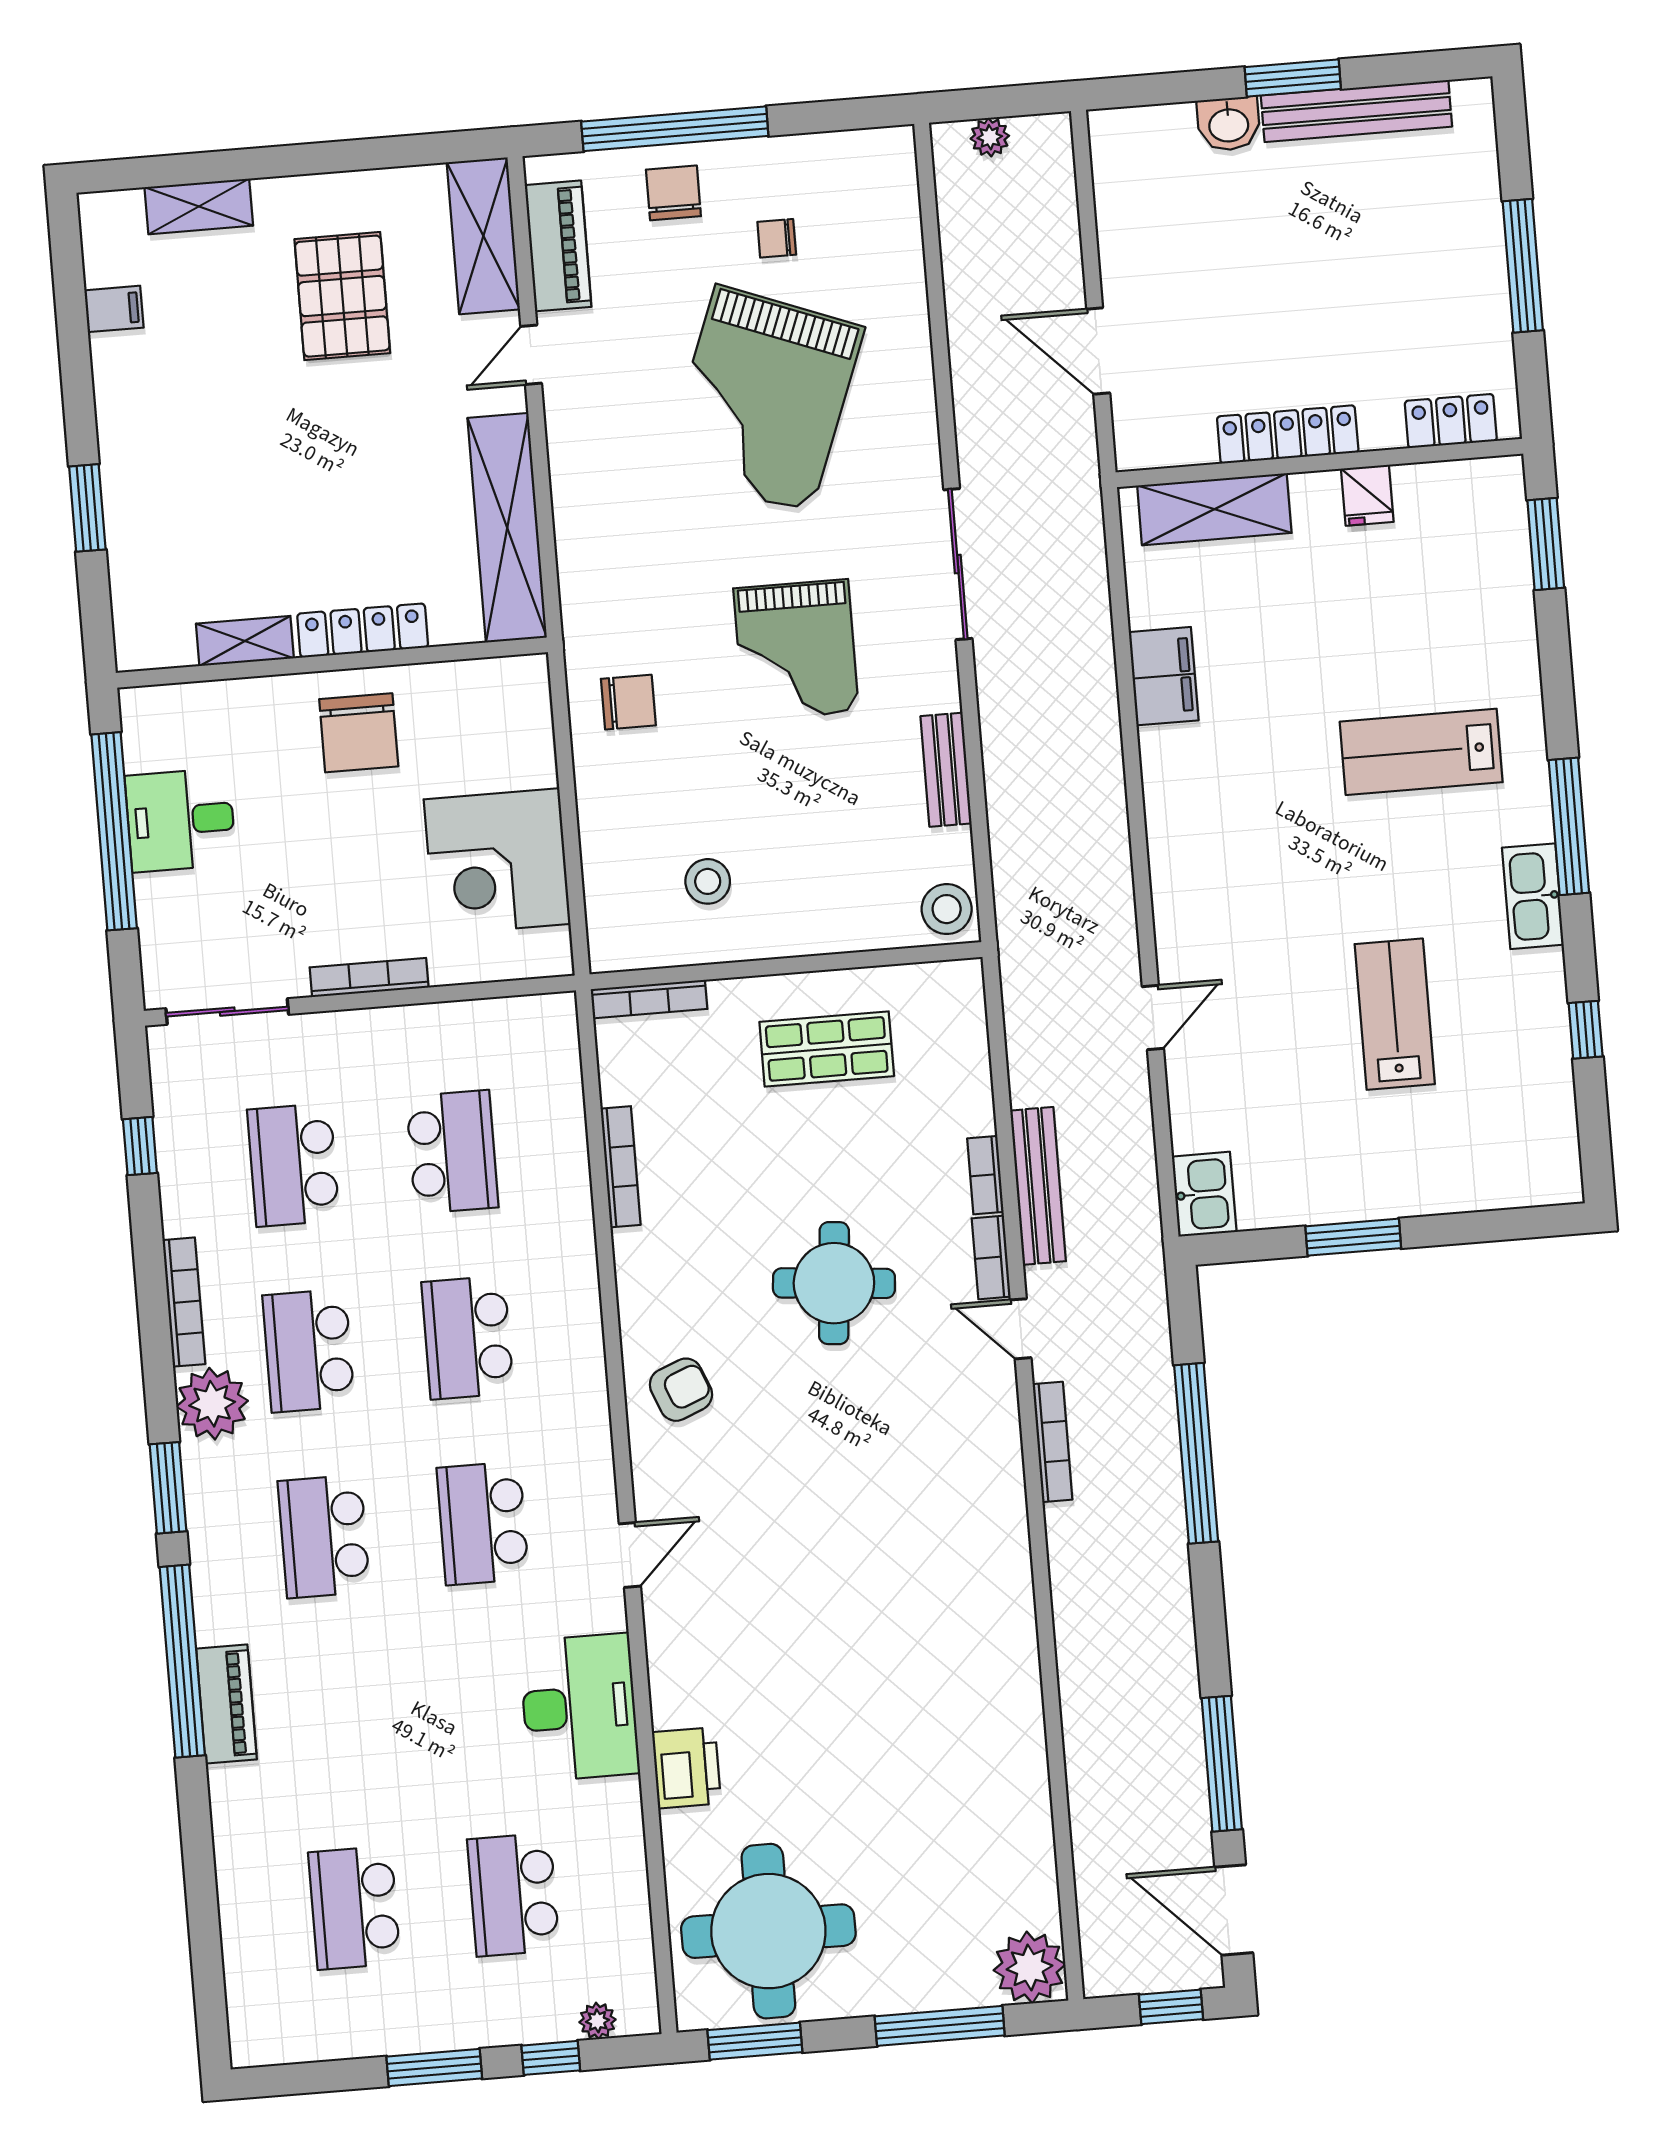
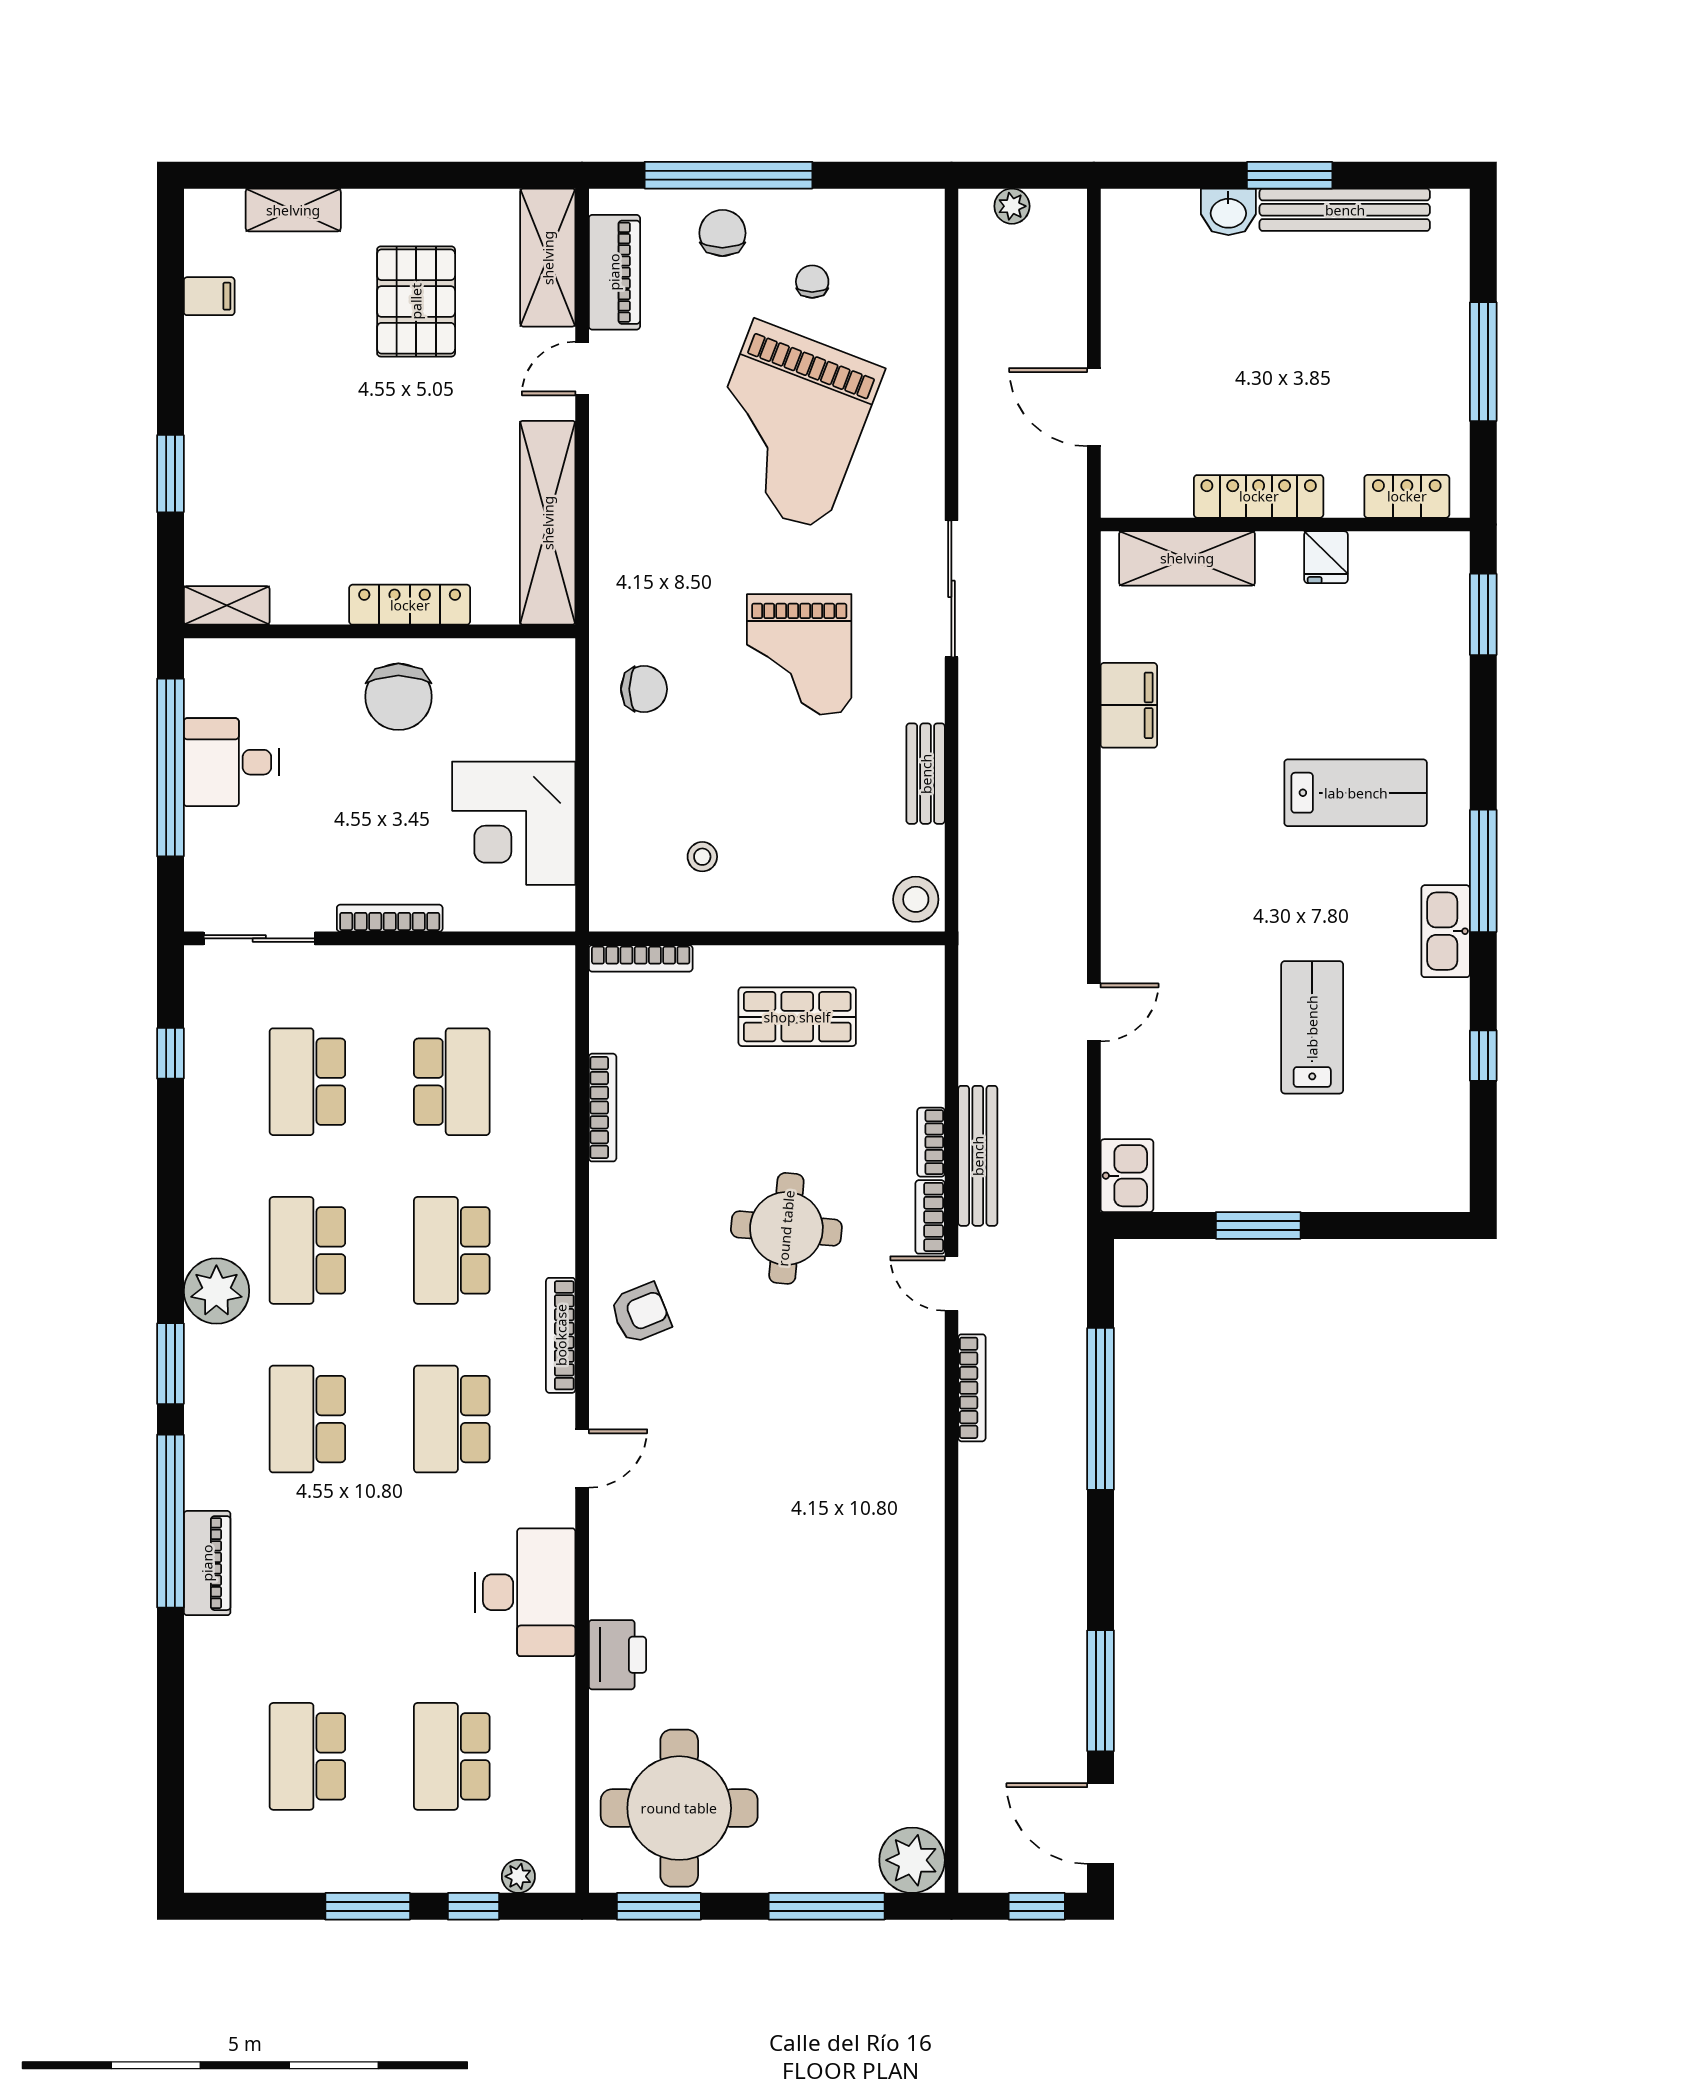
chair: (777, 238) -> (812, 282), turned 90
shelving: (245, 641) -> (227, 605), moved
lab bench: (1421, 752) -> (1356, 793), turned 180
stool: (708, 881) -> (702, 857), width x0.73, depth x0.73
bookcase: (184, 1302) -> (561, 1335), moved, turned 180

